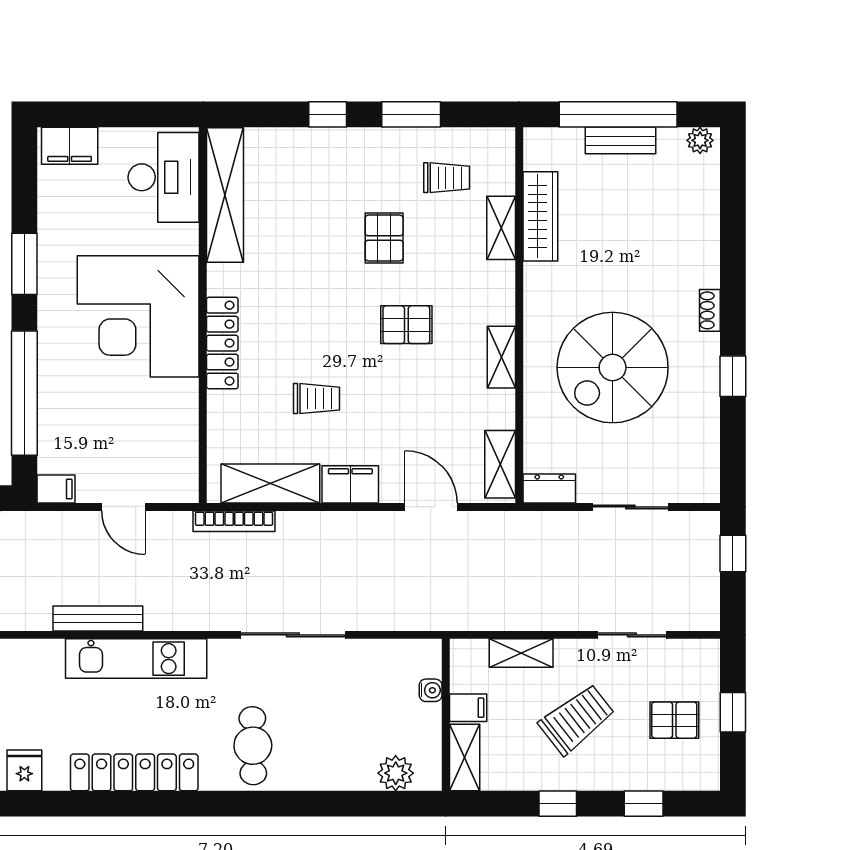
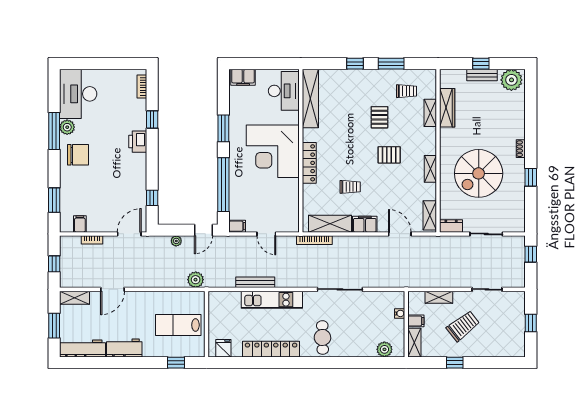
window: (618, 114) -> (481, 64), width x0.32
plant: (700, 140) -> (511, 80), width x1.87, depth x1.87
pallet: (674, 720) -> (505, 326), removed
window: (644, 804) -> (492, 363), removed

